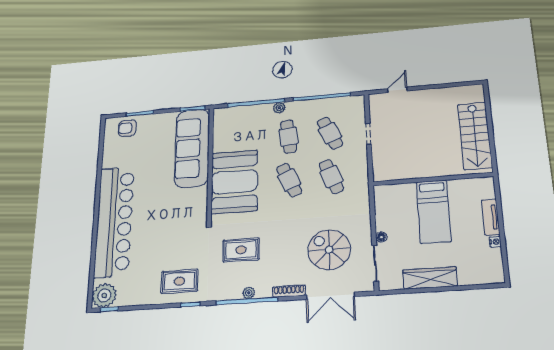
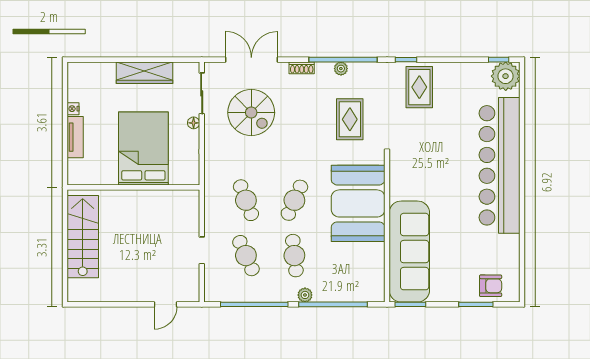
cafe table: (289, 180) -> (294, 200), turned 48
bed: (434, 211) -> (143, 149), width x1.50
rug: (241, 250) -> (350, 119), turned 90
rug: (179, 281) -> (419, 87), turned 90
shoe rack: (289, 291) -> (302, 68), width x0.70

